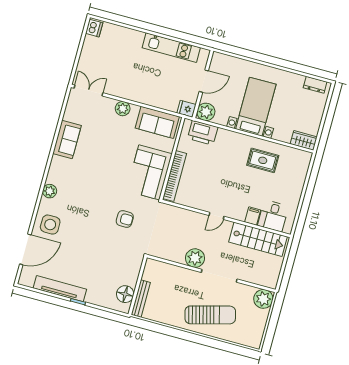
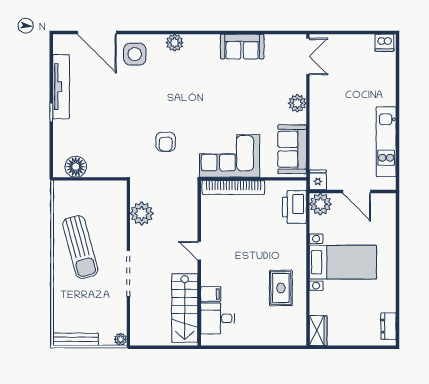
plant: (195, 258) -> (142, 213), moved
bench: (141, 299) -> (75, 339), moved
plant: (263, 299) -> (121, 339), width x0.53, depth x0.53
sun lounger: (210, 315) -> (80, 247), moved

